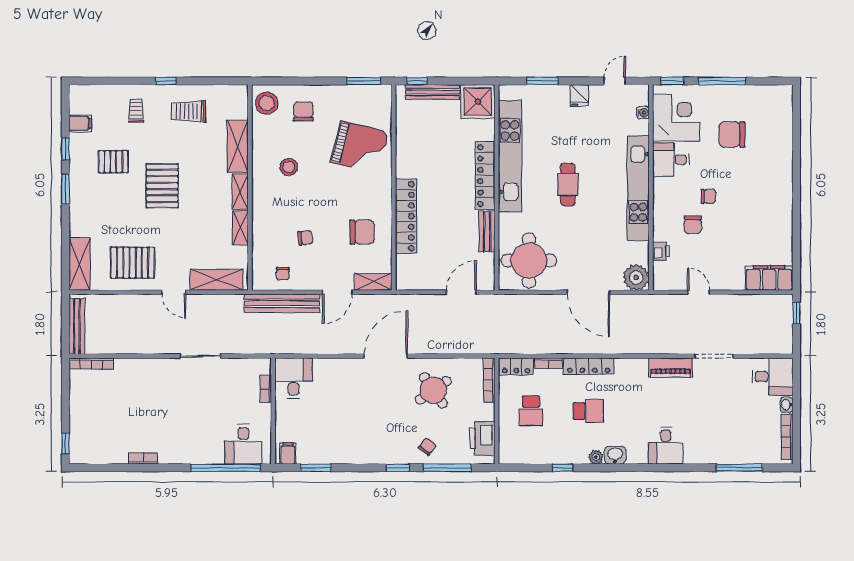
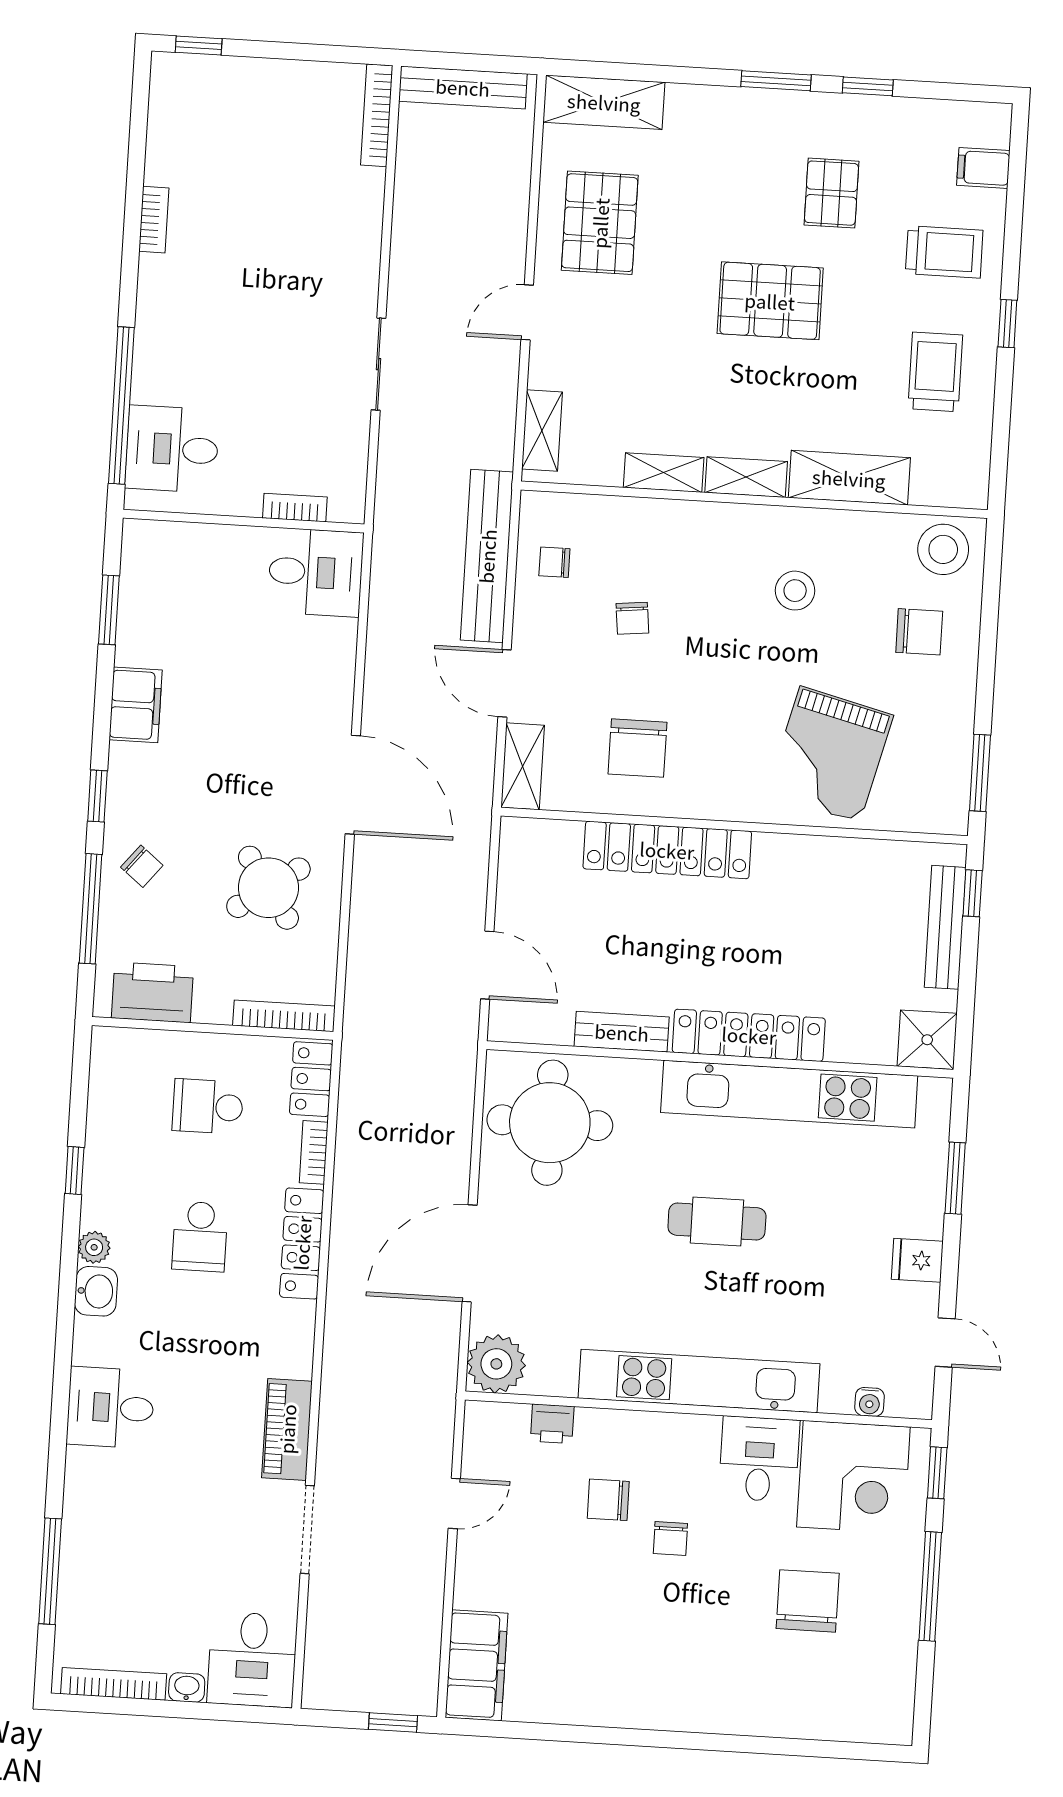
shower: (478, 102) -> (927, 1040), width x0.73, depth x0.73
trolley: (136, 111) -> (944, 252), width x1.36, depth x1.39
filing cabinet: (80, 123) -> (983, 168), moved, turned 90
shelving: (217, 280) -> (542, 431), width x0.67, depth x0.75
filing cabinet: (288, 454) -> (136, 705), moved, width x2.00

